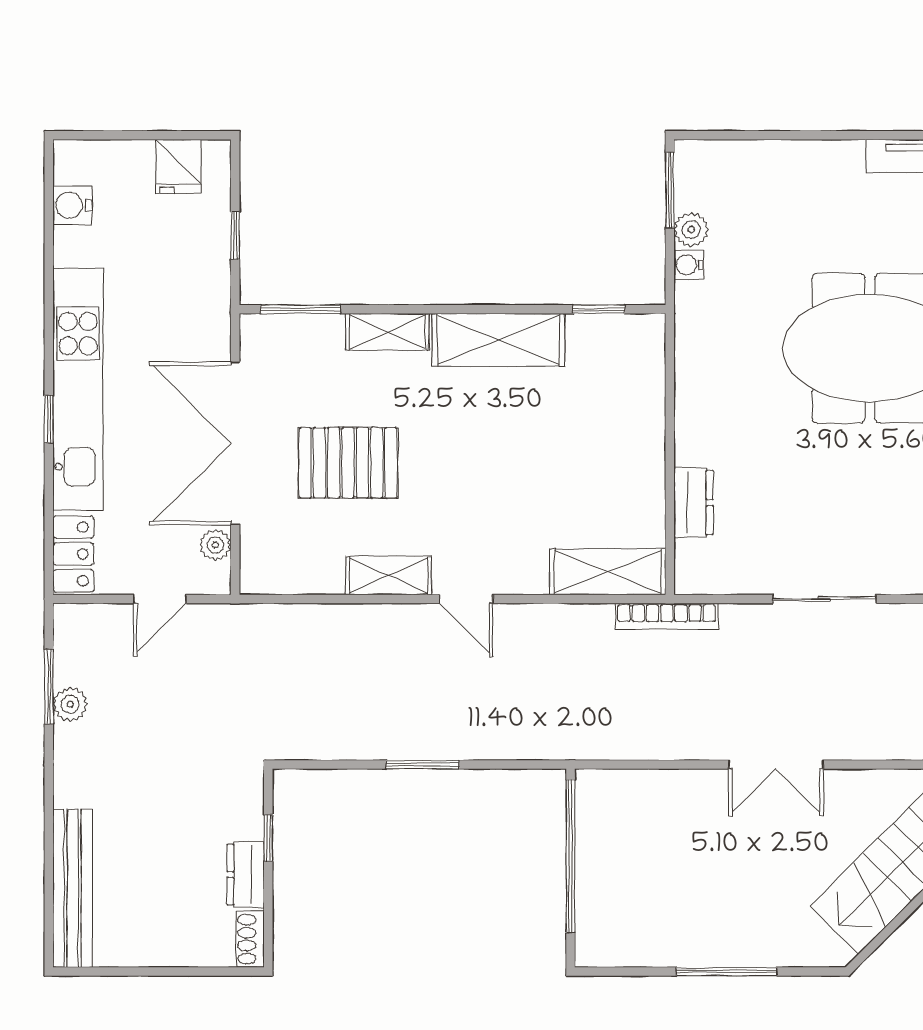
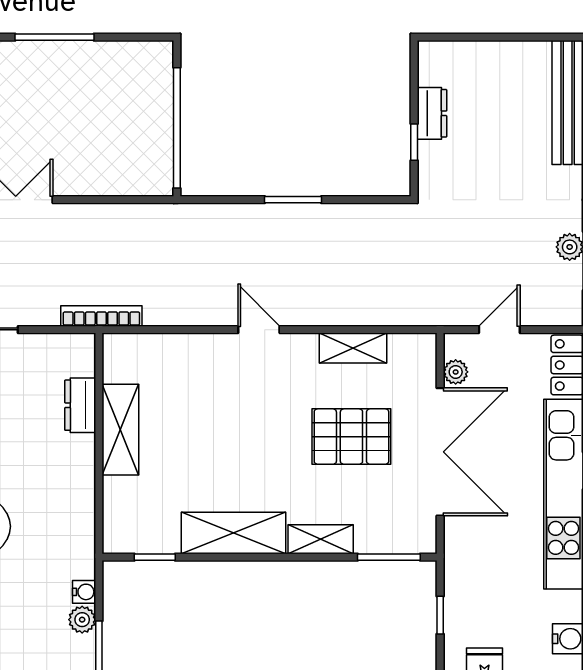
shelving: (608, 572) -> (120, 430), moved, turned 90
shelving: (389, 576) -> (353, 348), moved
shoe rack: (250, 939) -> (428, 63), removed

